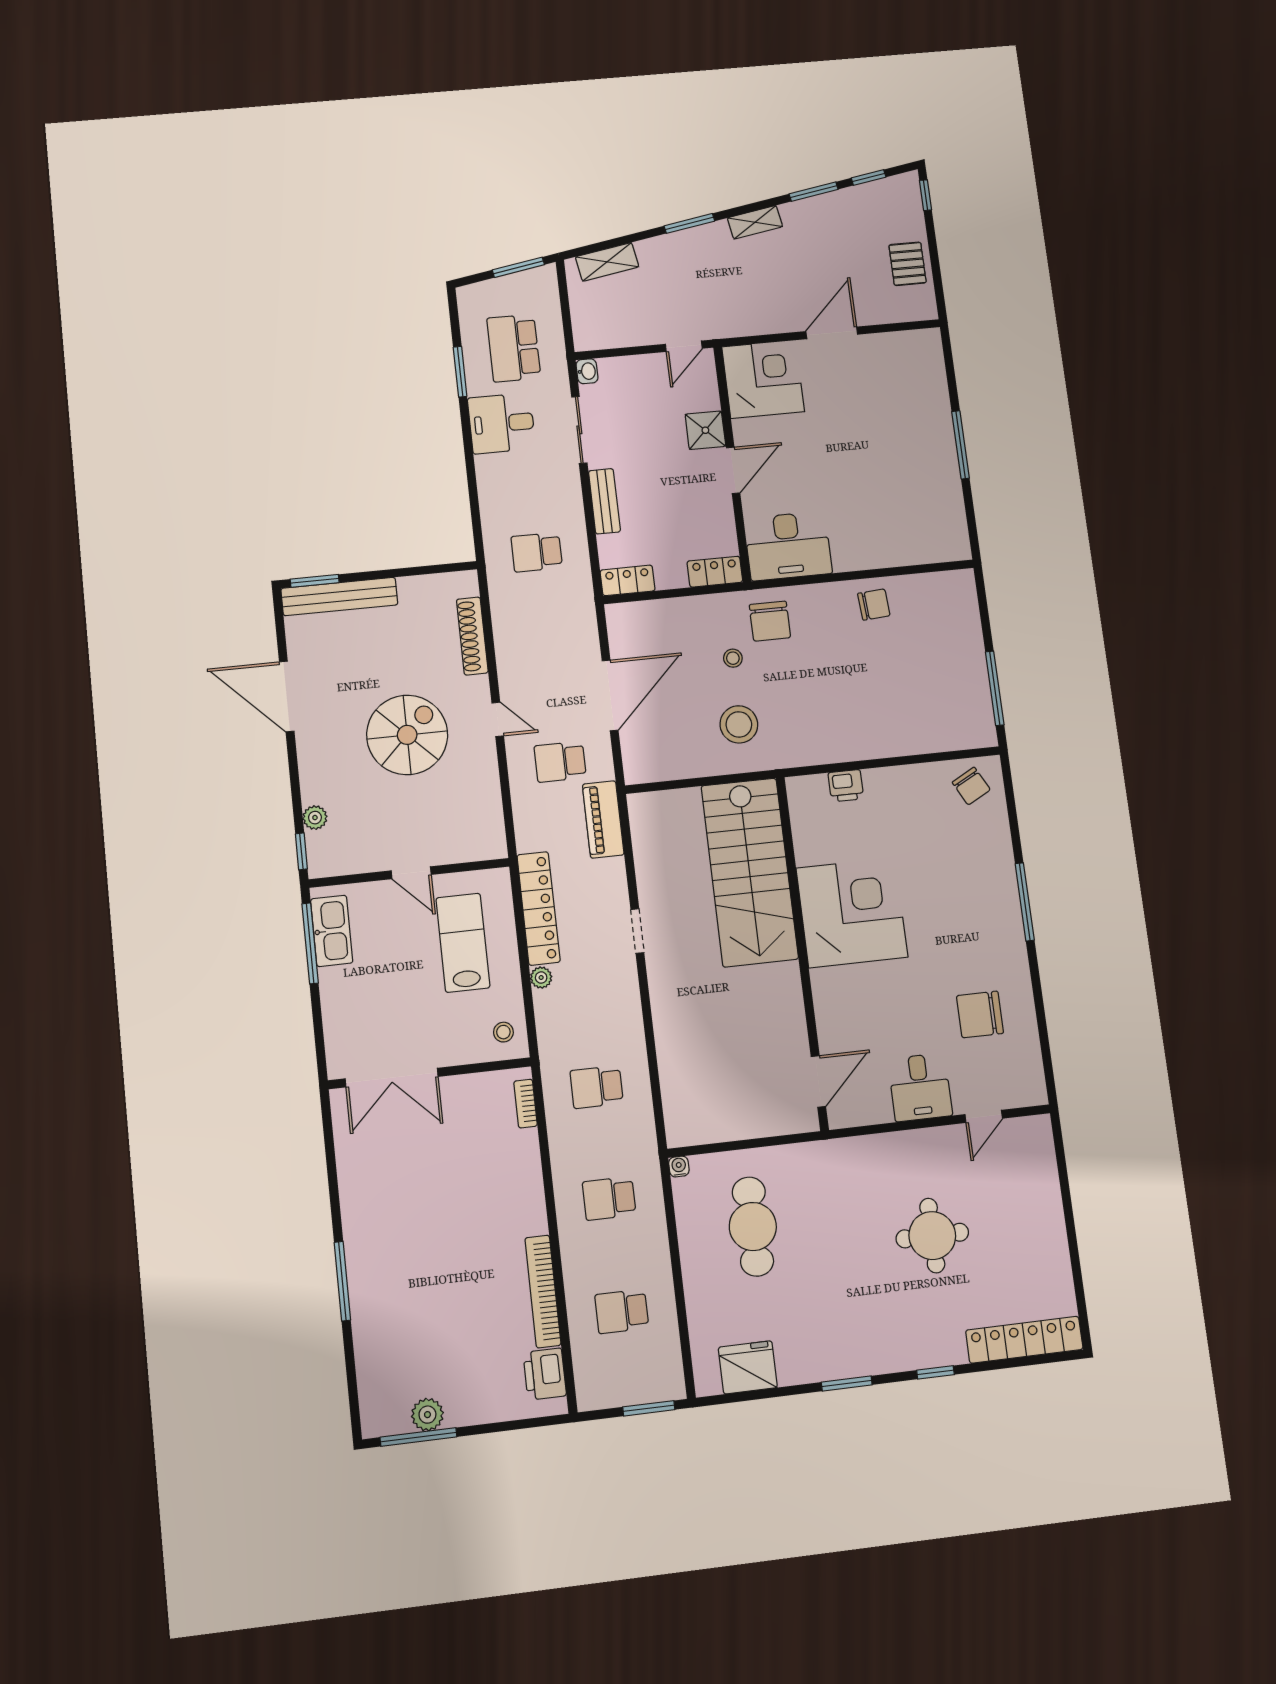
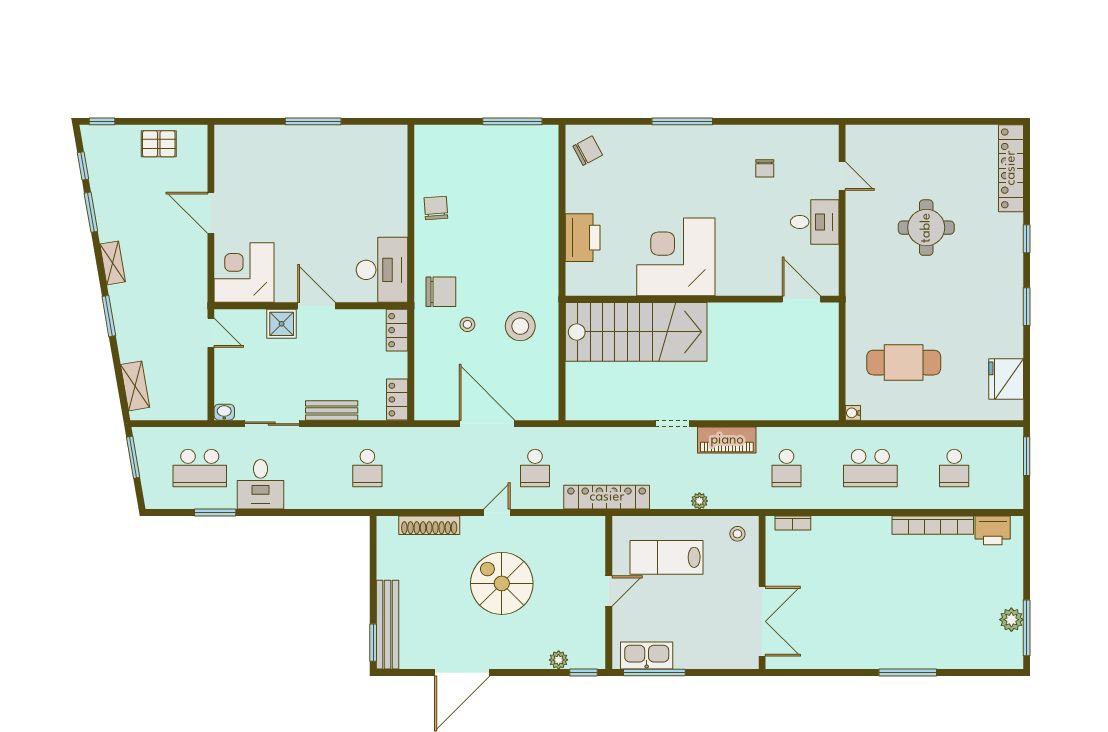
printer: (846, 786) -> (583, 238), width x1.87, depth x1.48
piano: (603, 819) -> (727, 440), moved
locker: (539, 908) -> (607, 497), moved
chair: (980, 1014) -> (765, 168), width x0.54, depth x0.54
school desk: (609, 1198) -> (870, 468), width x1.85

